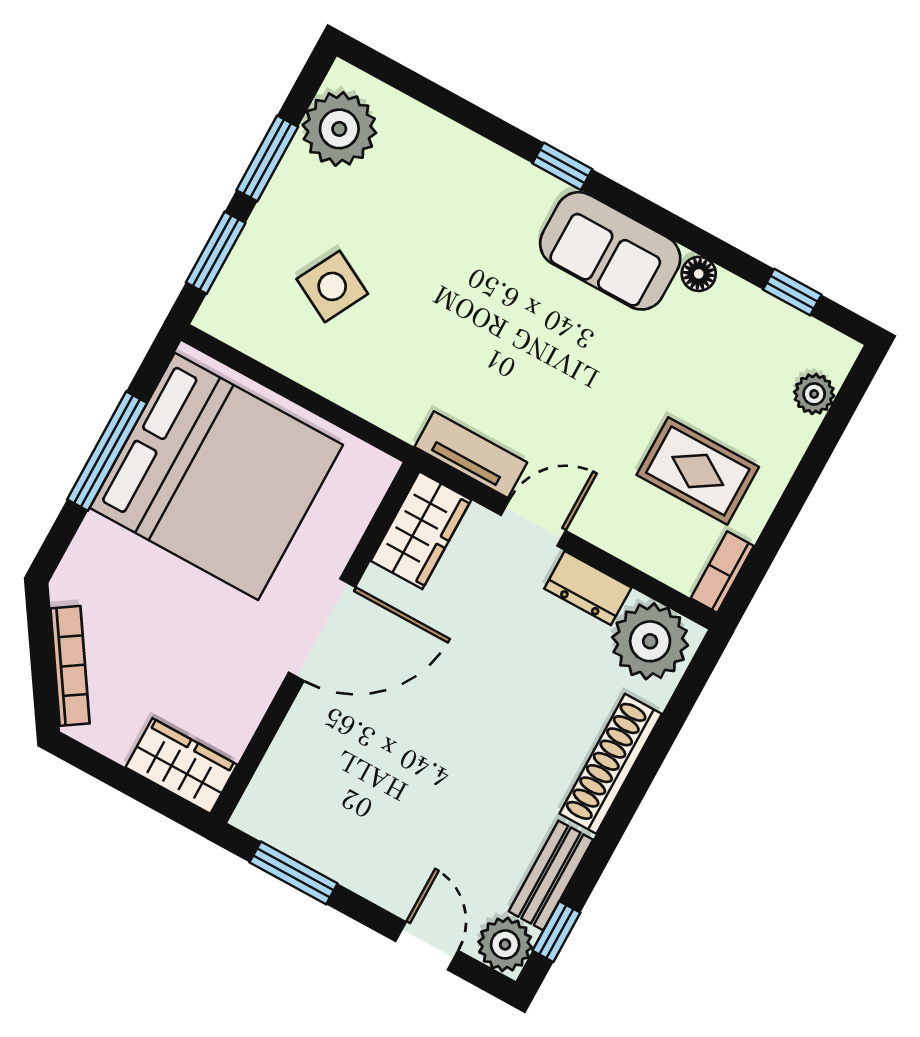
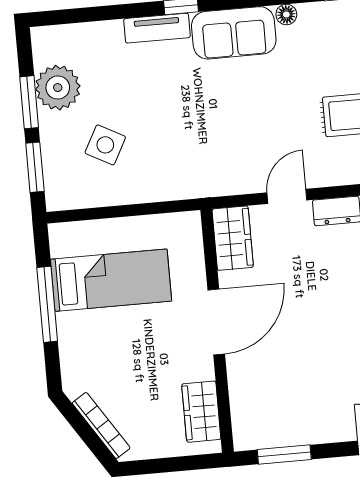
plant: (339, 129) -> (58, 88), moved
tv unit: (471, 455) -> (157, 28), moved, turned 180
bed: (216, 476) -> (111, 280), width x0.49
wardrobe: (181, 766) -> (201, 412), moved, turned -90

